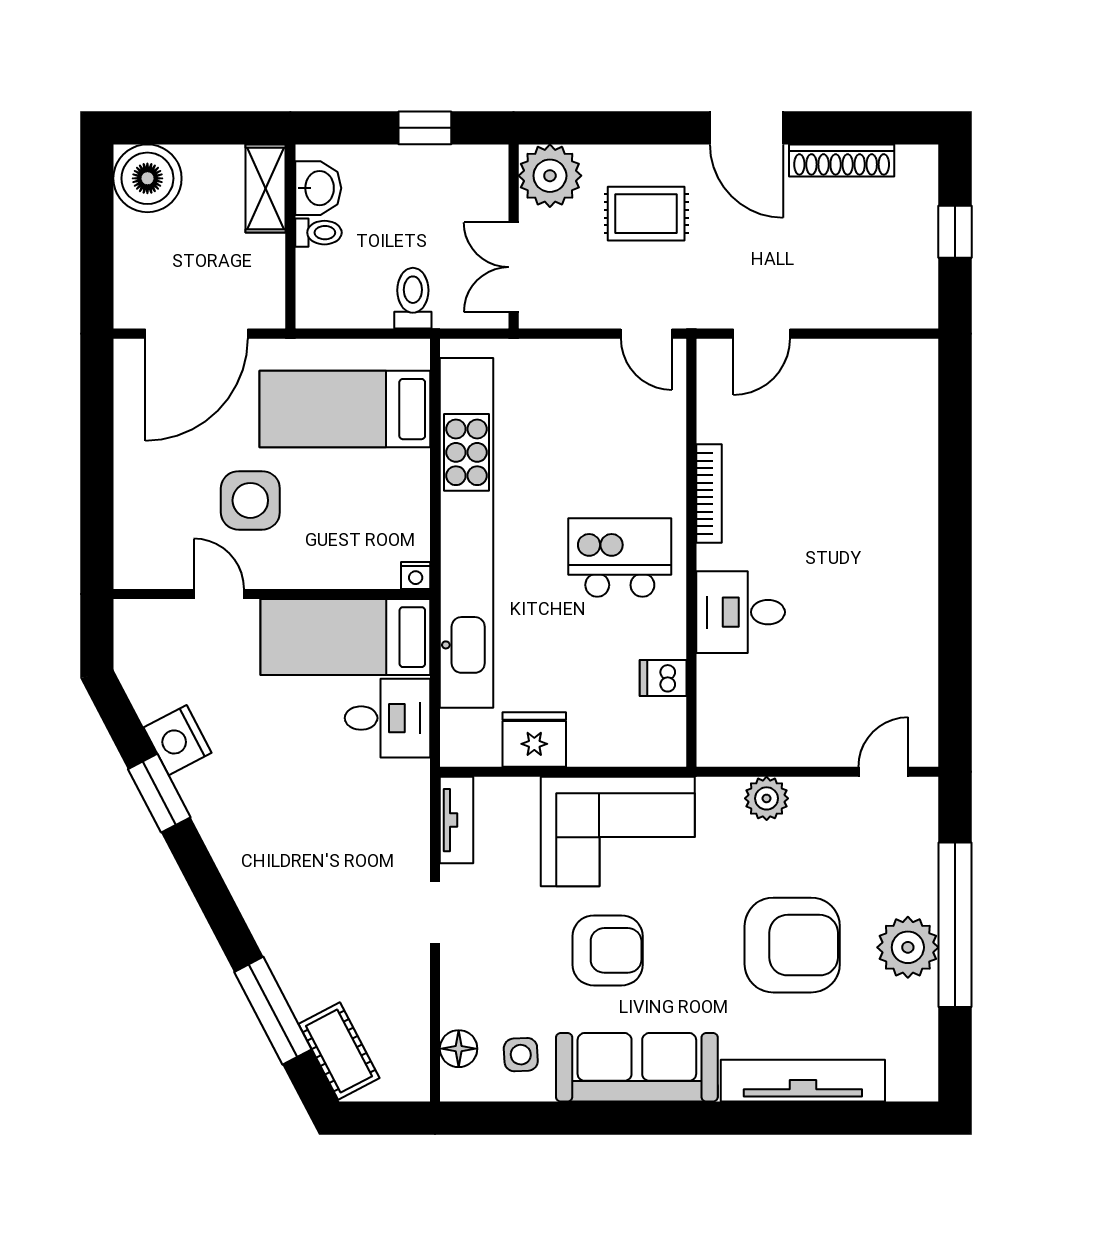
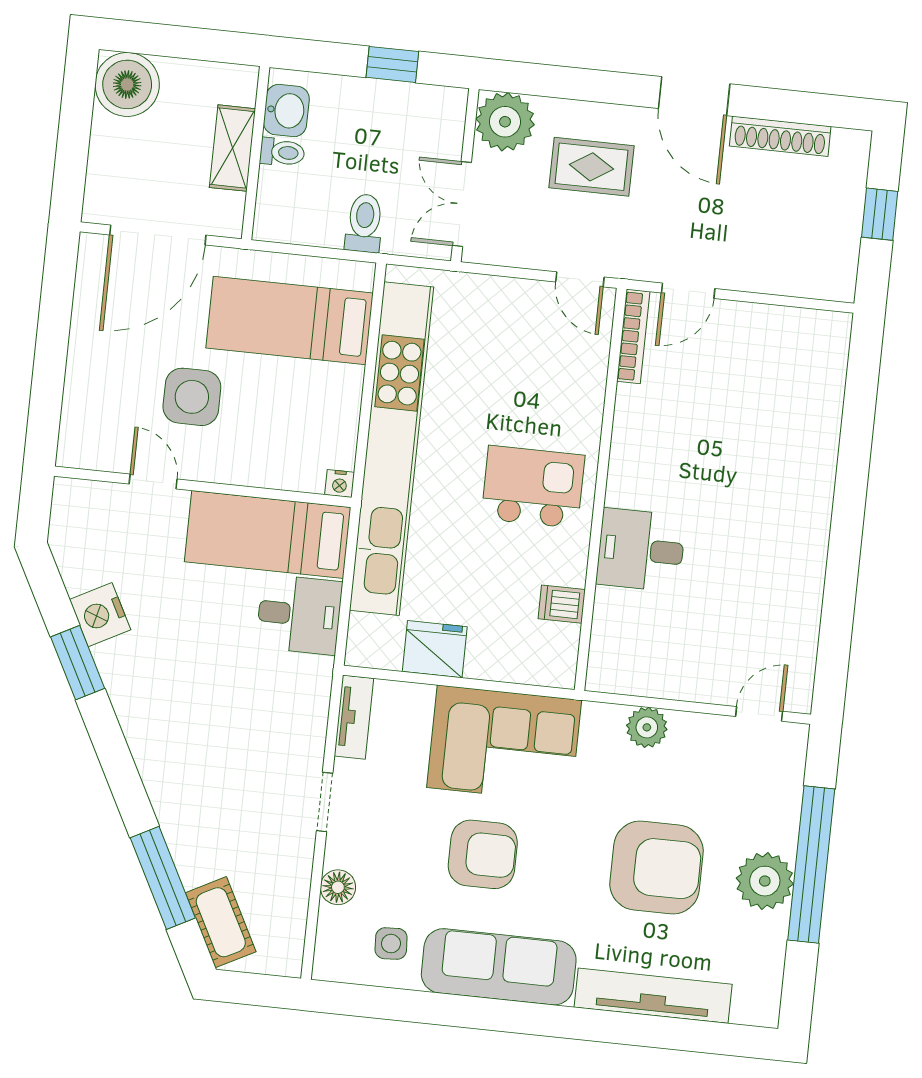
shelving: (266, 189) -> (232, 148), moved
bookcase: (709, 493) -> (633, 336), moved
floor lamp: (459, 1049) -> (338, 887), moved

